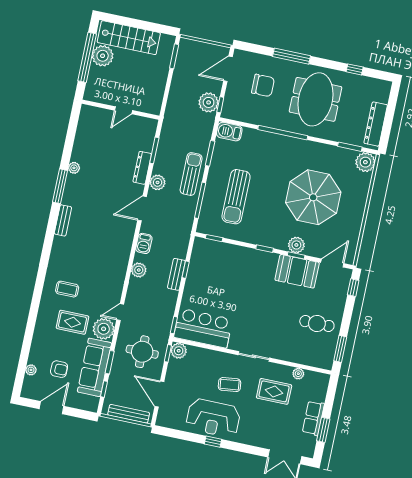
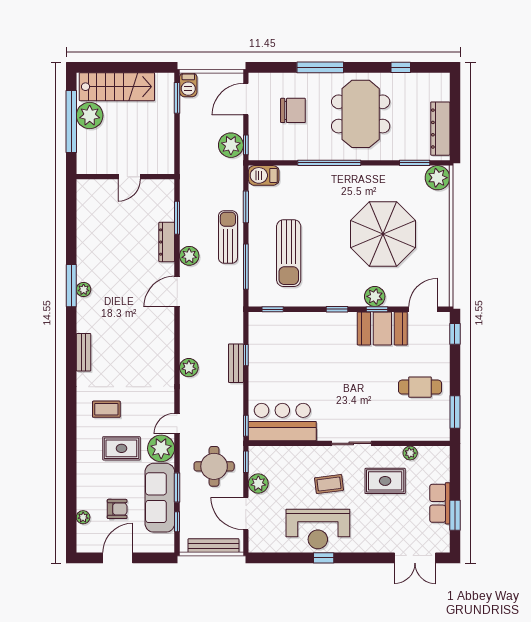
plant: (74, 168) -> (84, 290), moved
bench: (63, 220) -> (84, 352), moved
barbecue: (144, 243) -> (188, 85), moved
plant: (179, 351) -> (258, 484), moved

